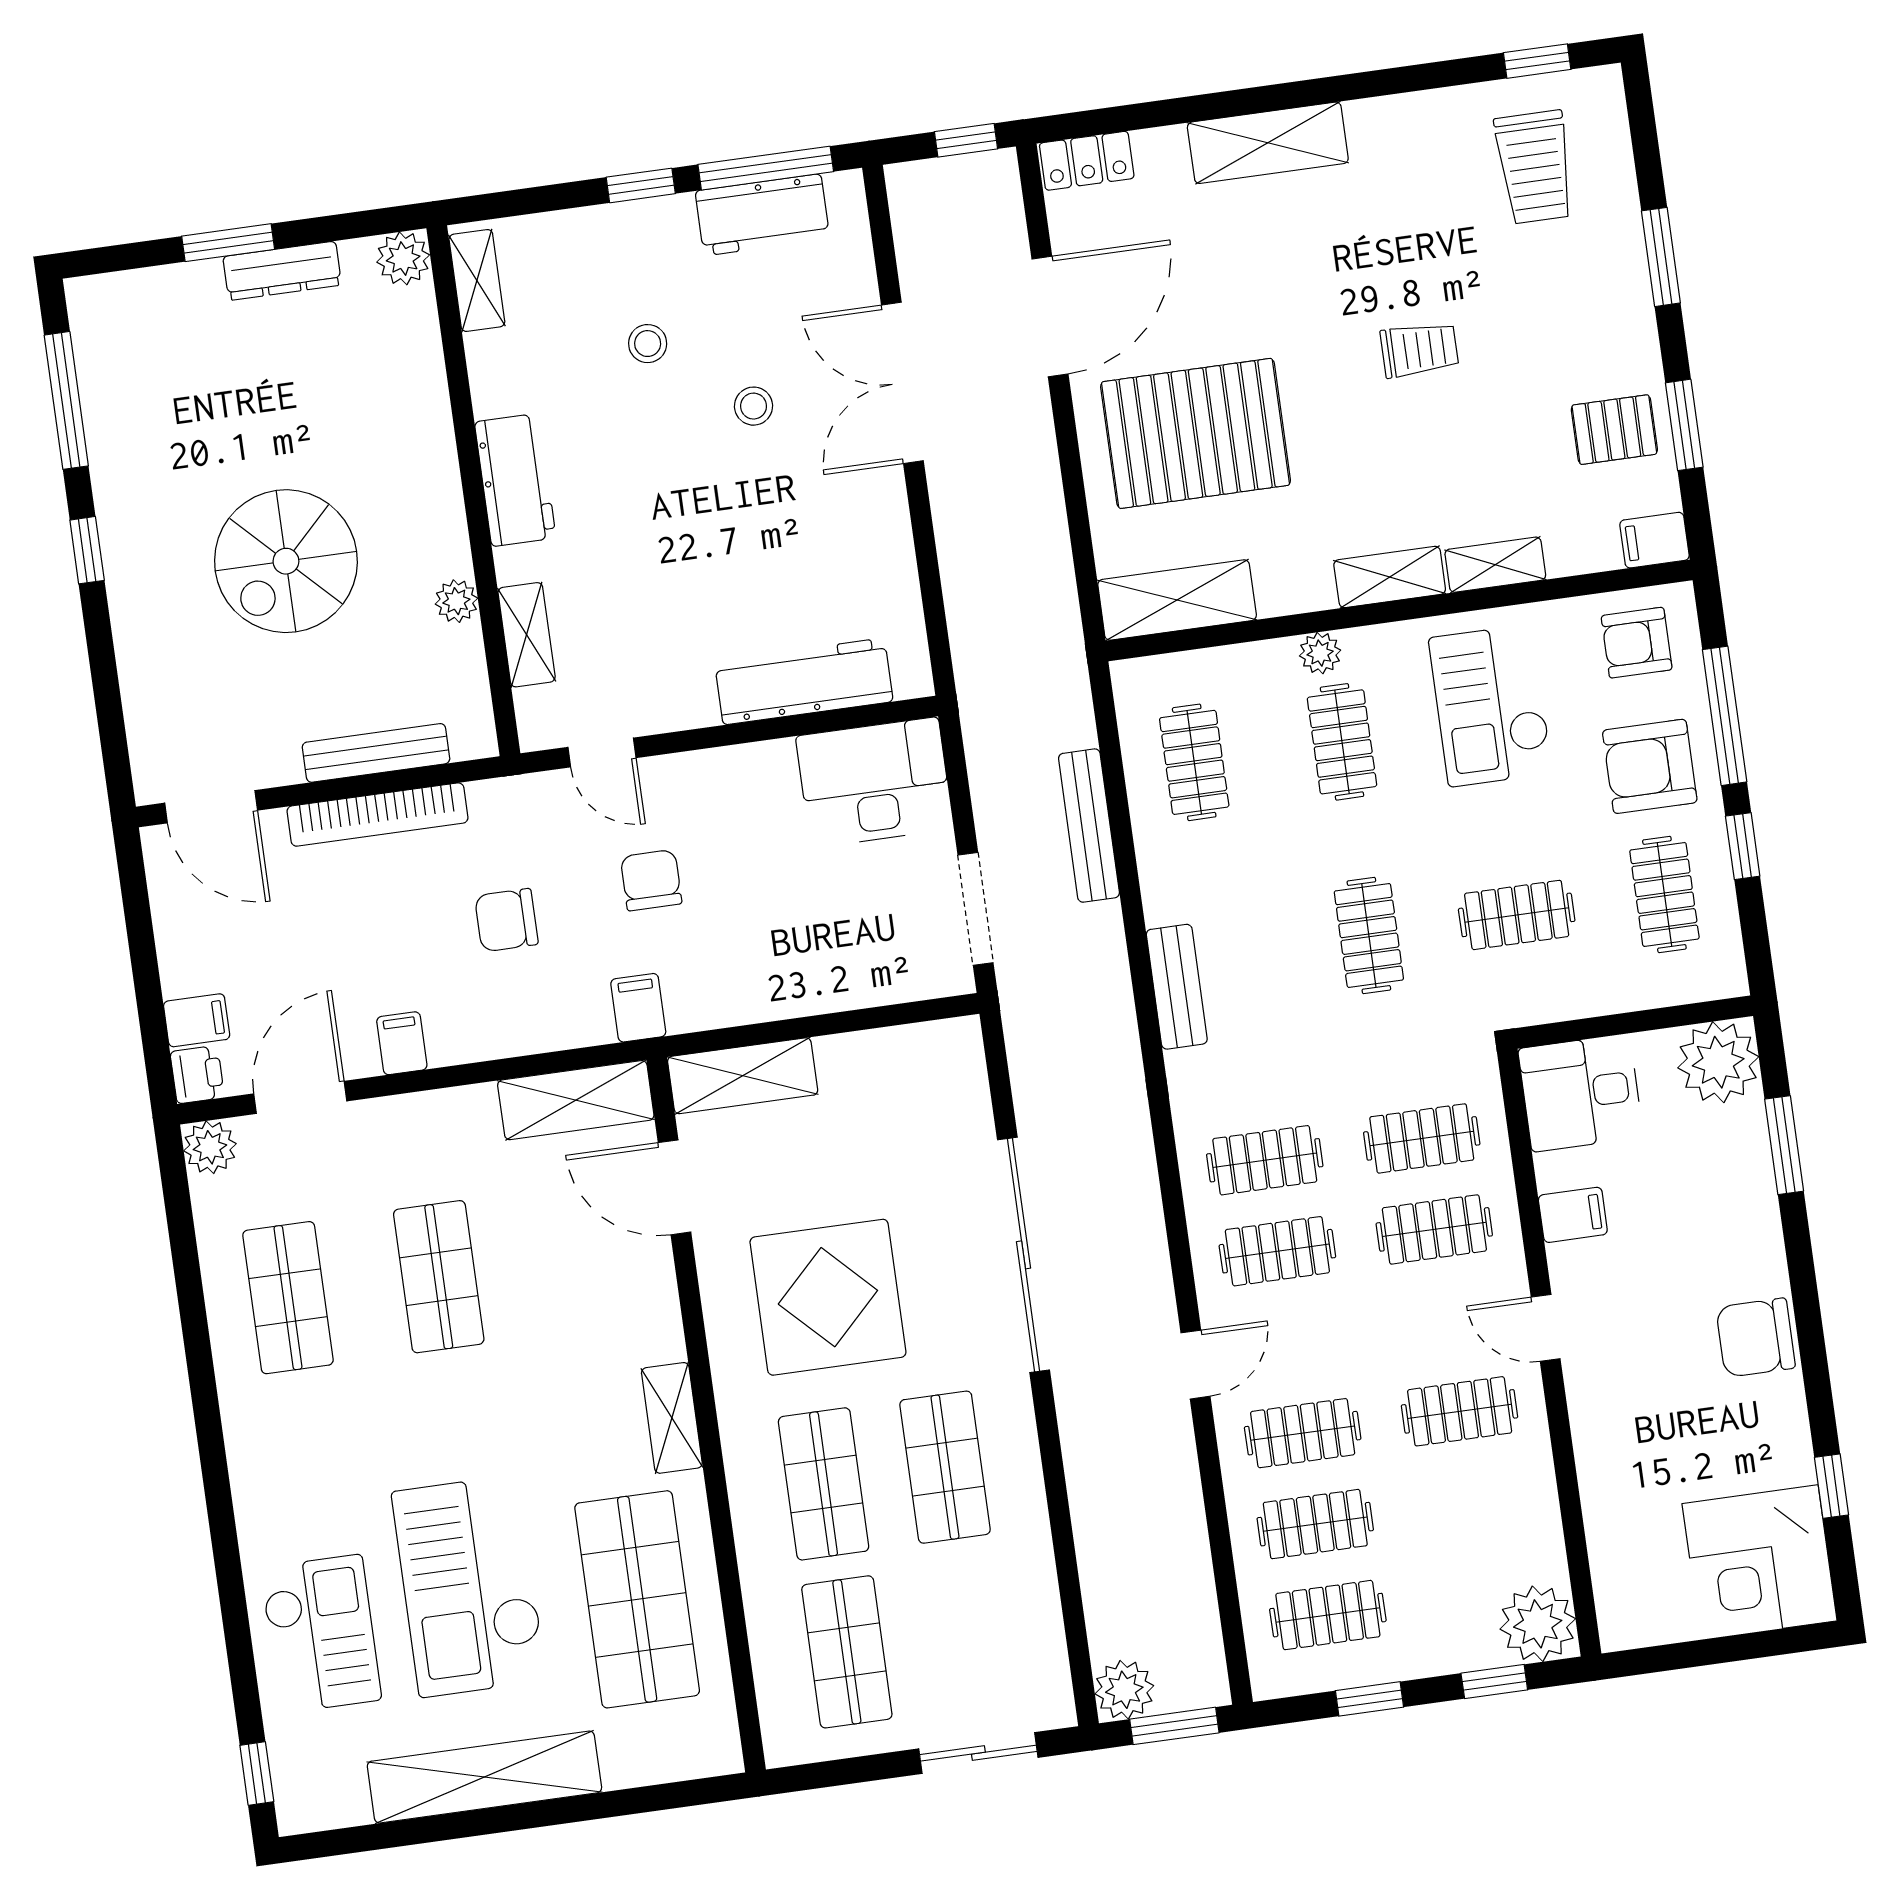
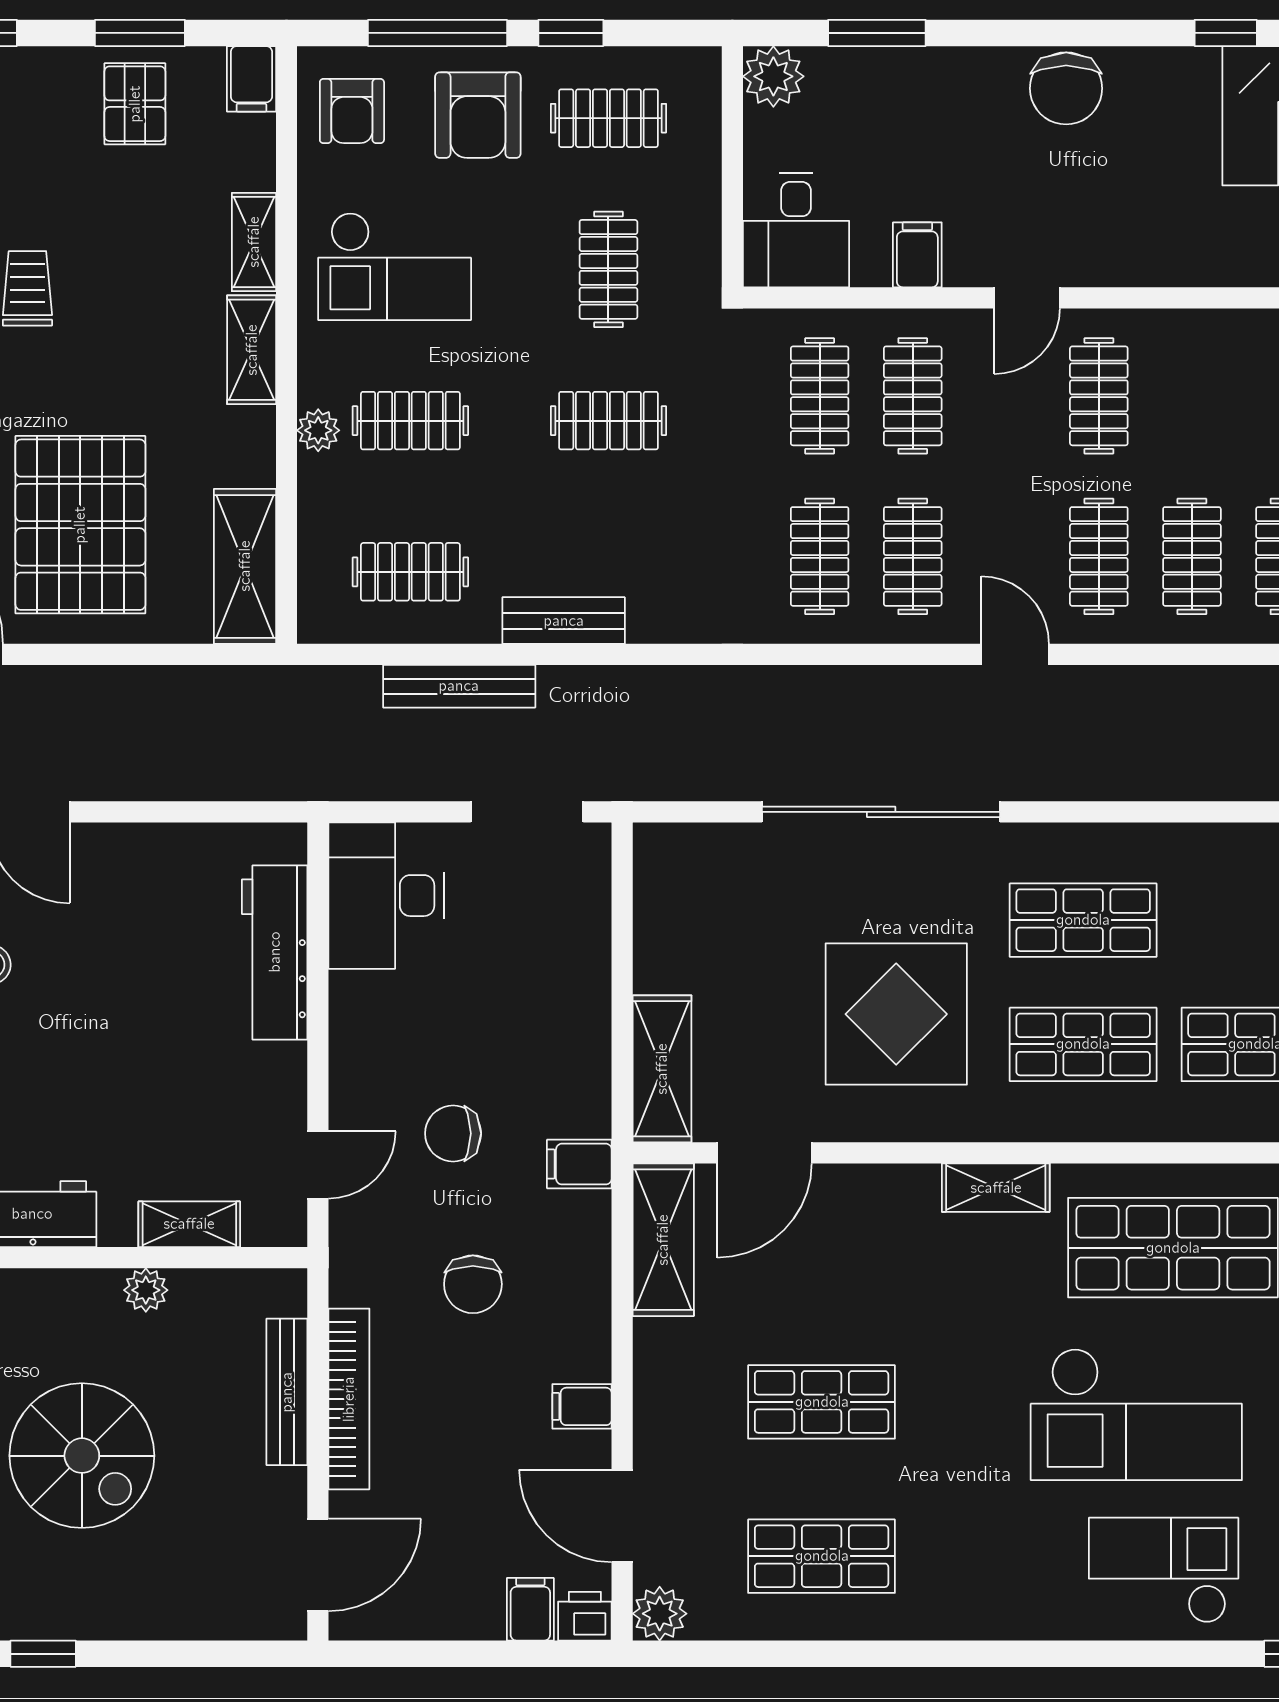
bench: (1177, 987) -> (564, 621), moved
plant: (1718, 1062) -> (773, 76), width x0.73, depth x0.73

